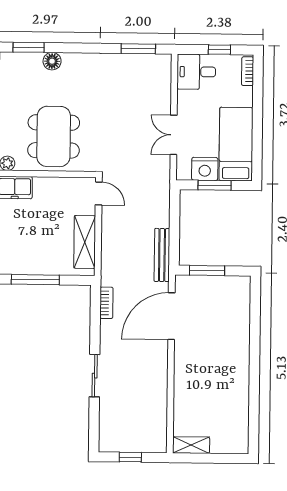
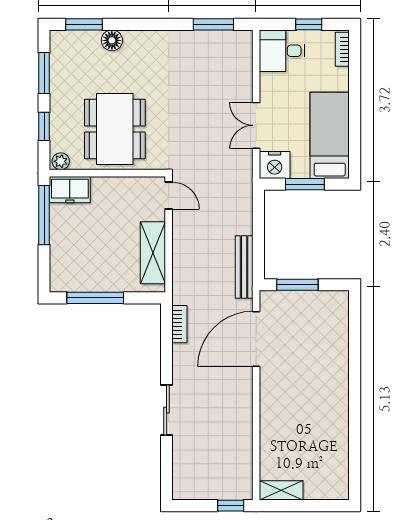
nightstand: (205, 169) -> (275, 165), moved
window: (130, 457) -> (231, 506), moved

